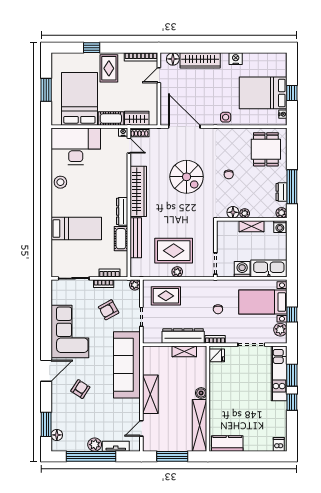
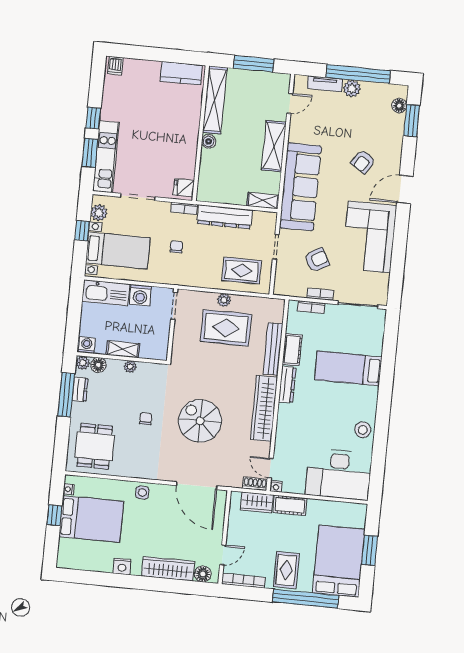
window: (92, 48) -> (306, 599), width x3.17
bed: (79, 99) -> (339, 561), moved, turned 180
floor lamp: (233, 212) -> (98, 365), moved
plant: (135, 285) -> (280, 289), removed
shelving: (184, 351) -> (263, 201), moved

